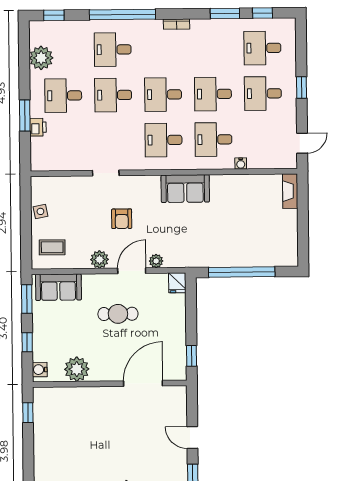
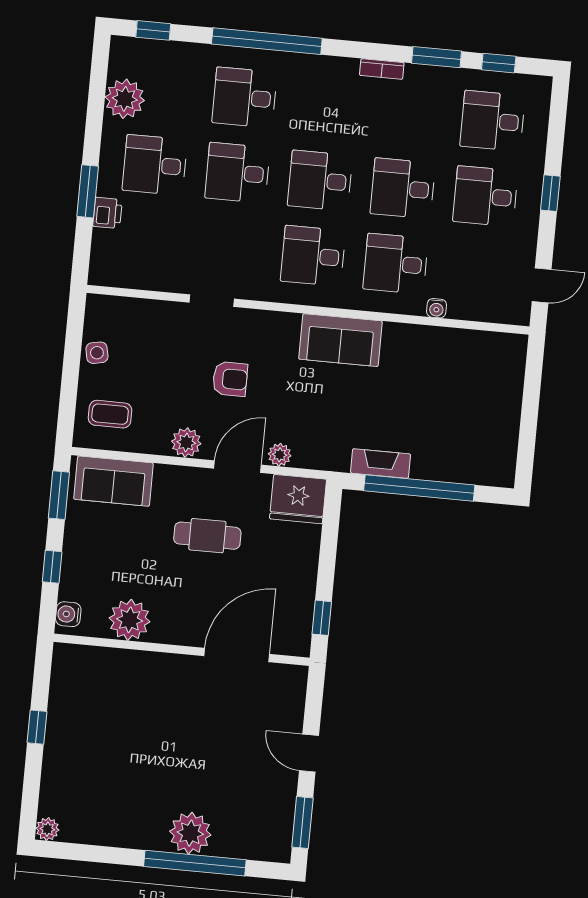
bookcase: (177, 24) -> (382, 69), moved
fireplace: (290, 191) -> (380, 464), moved, turned 90
armchair: (122, 219) -> (230, 379), turned -90
fridge: (177, 283) -> (298, 499), width x1.88, depth x1.34
window: (28, 413) -> (37, 727), moved

